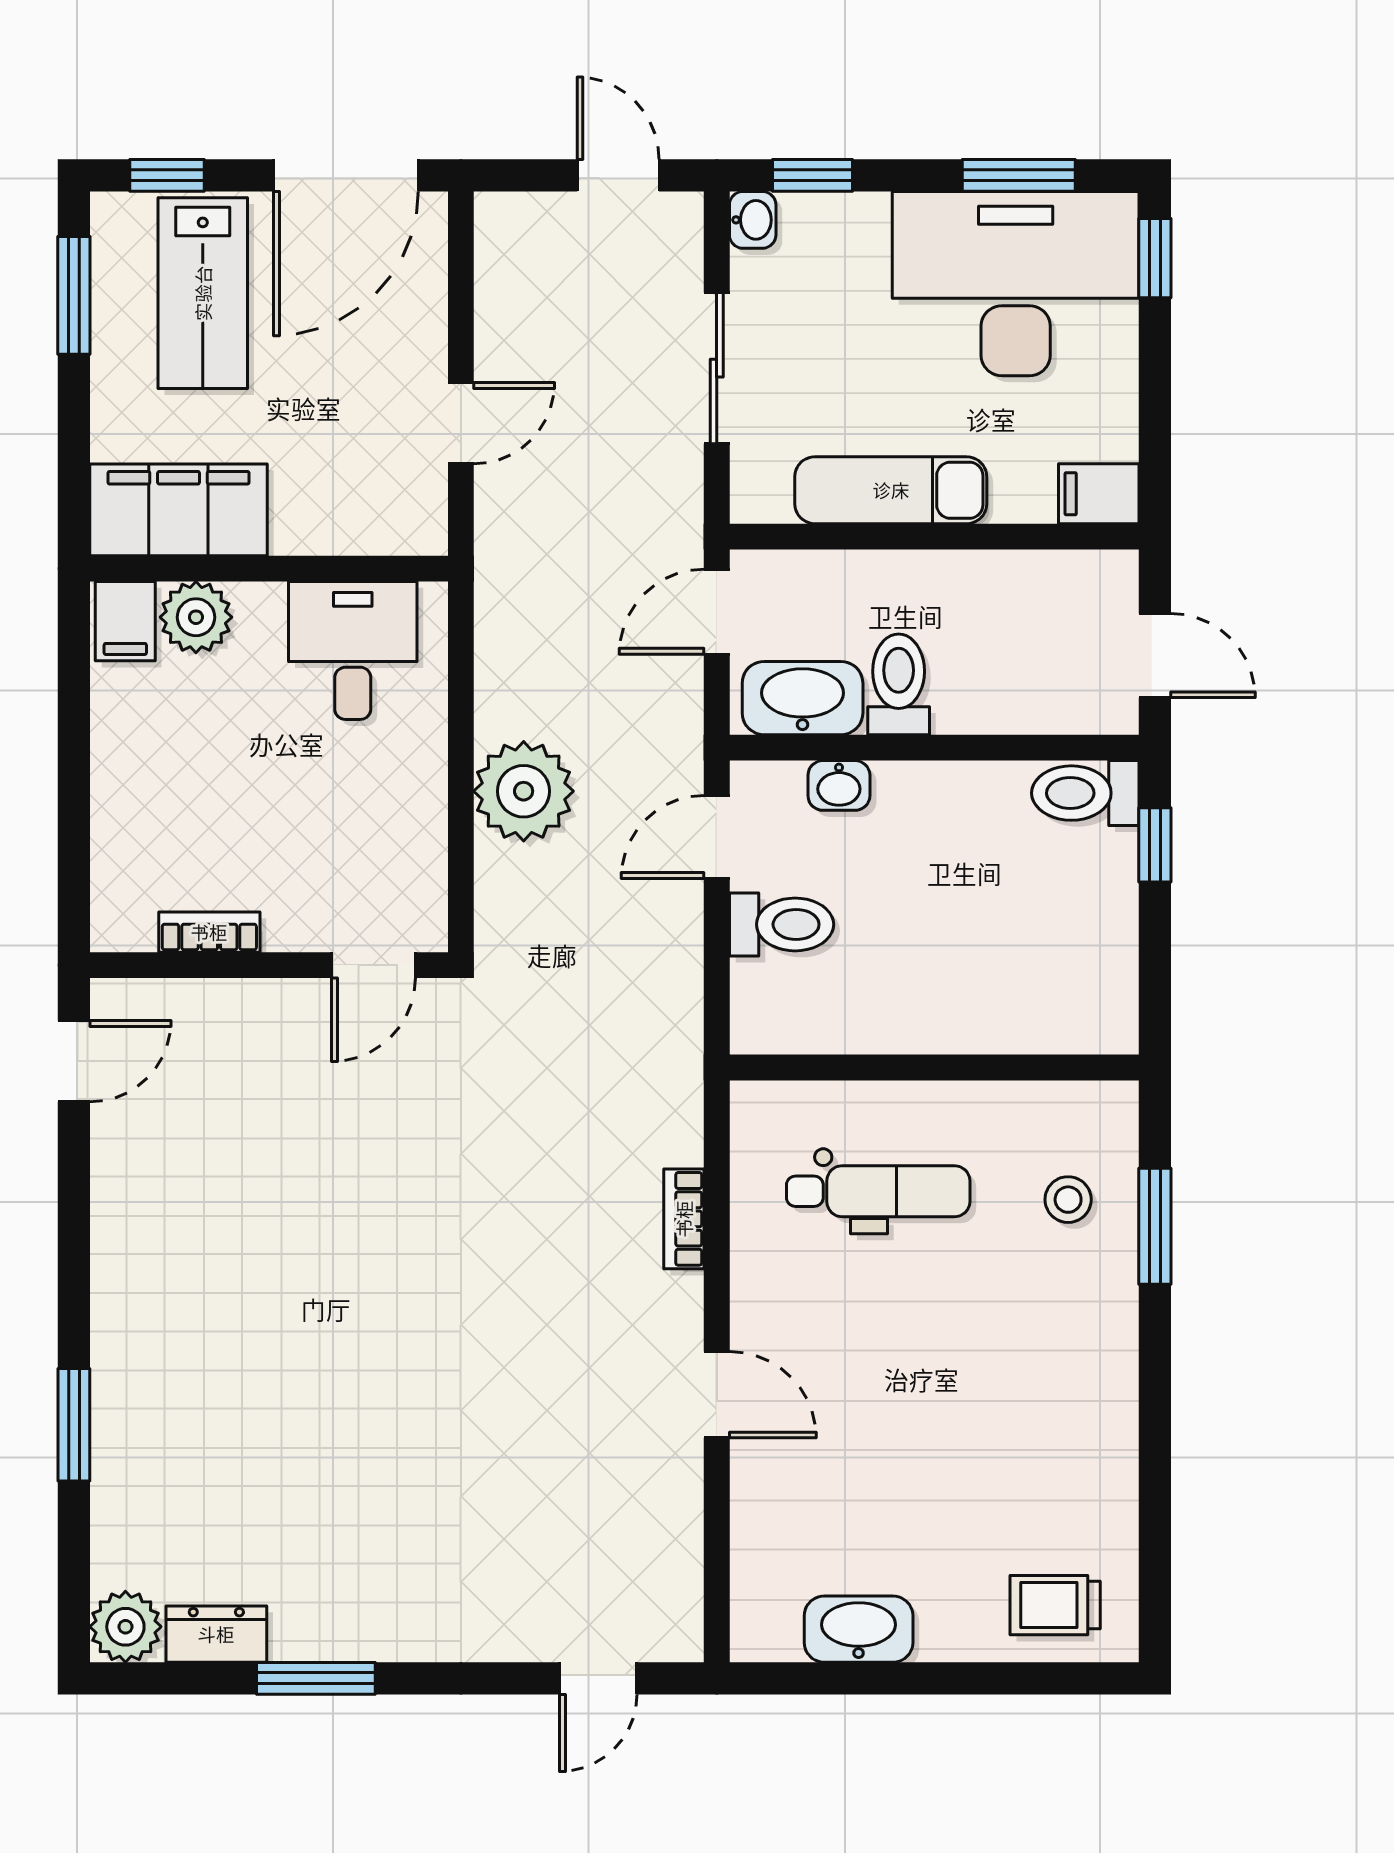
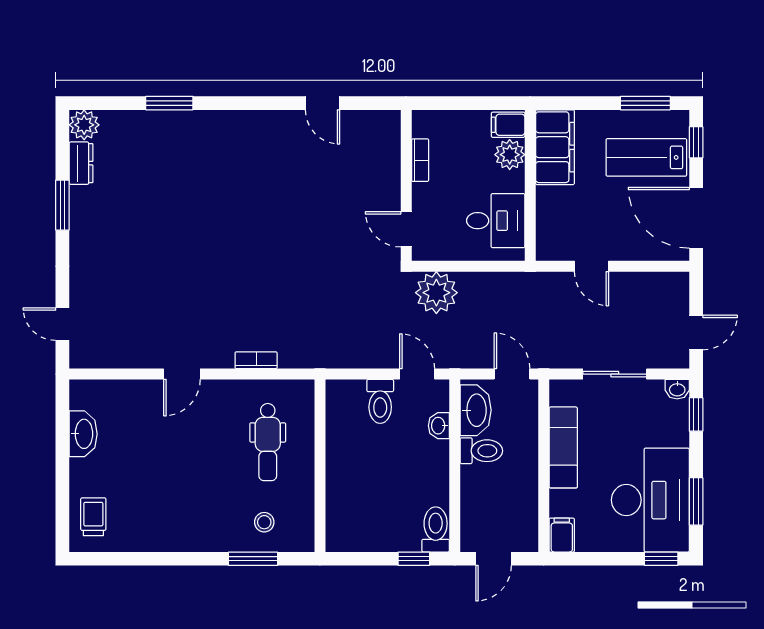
bookcase: (209, 932) -> (420, 160), moved
wall: (269, 965) -> (406, 185), moved
door: (373, 965) -> (406, 229), moved

